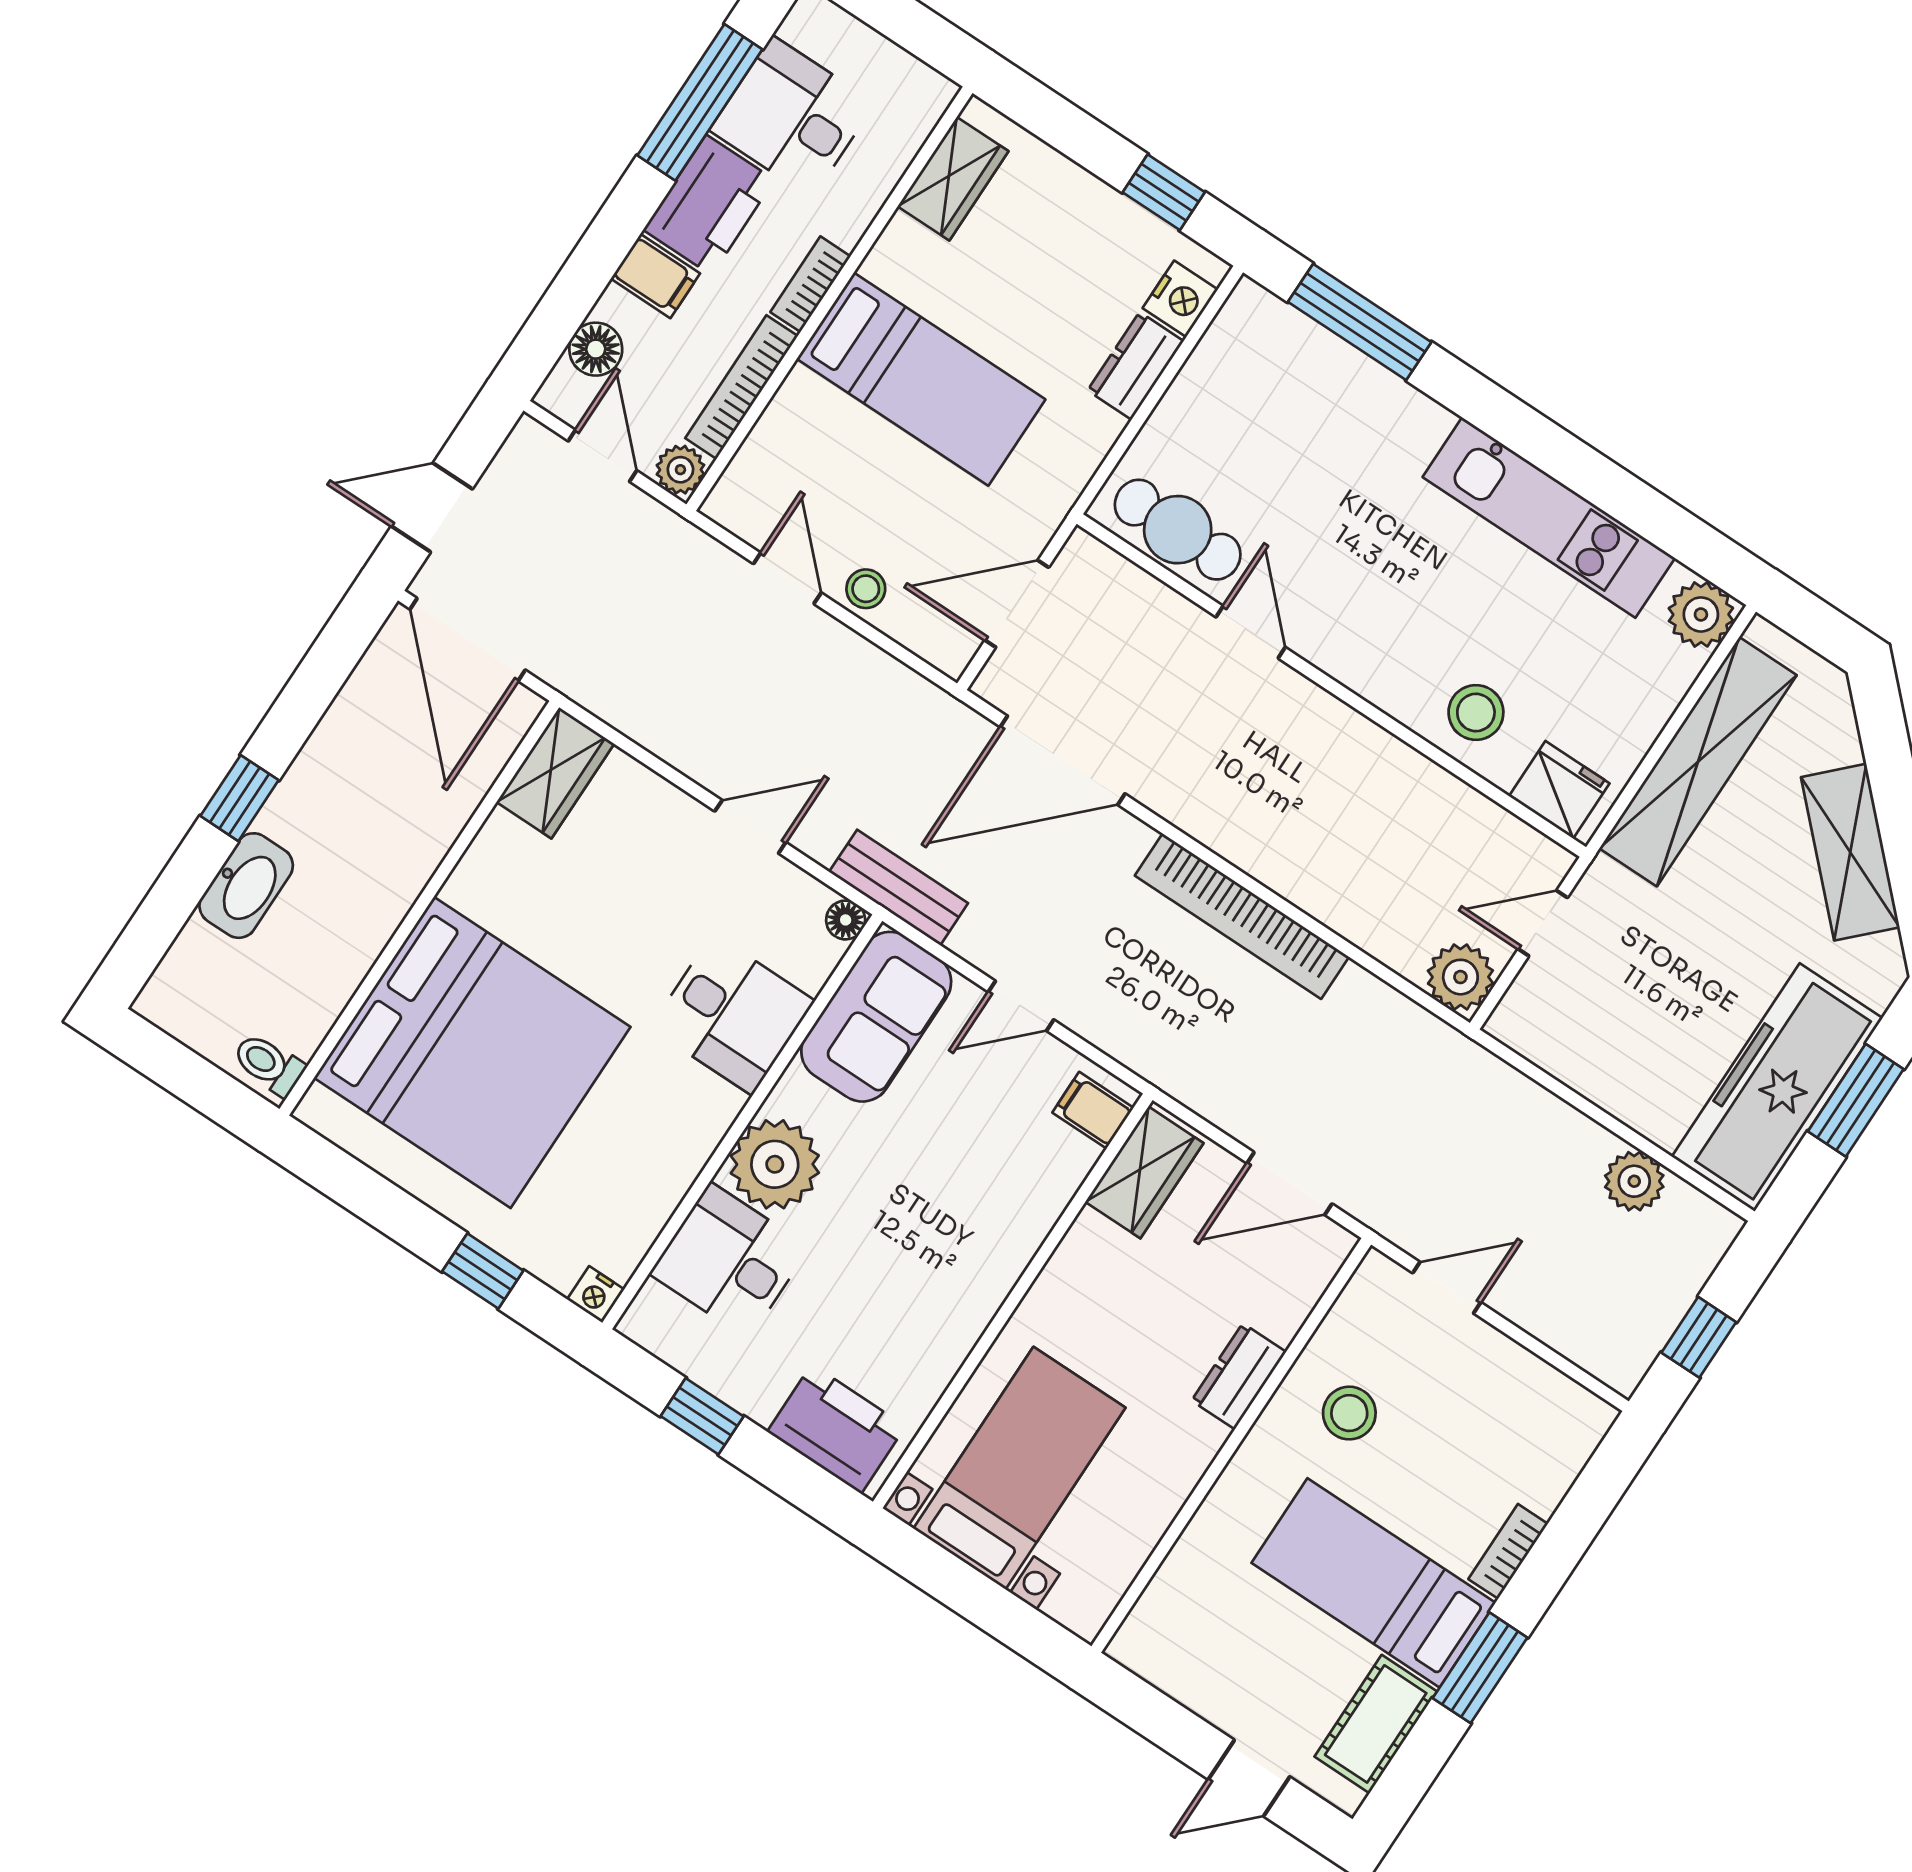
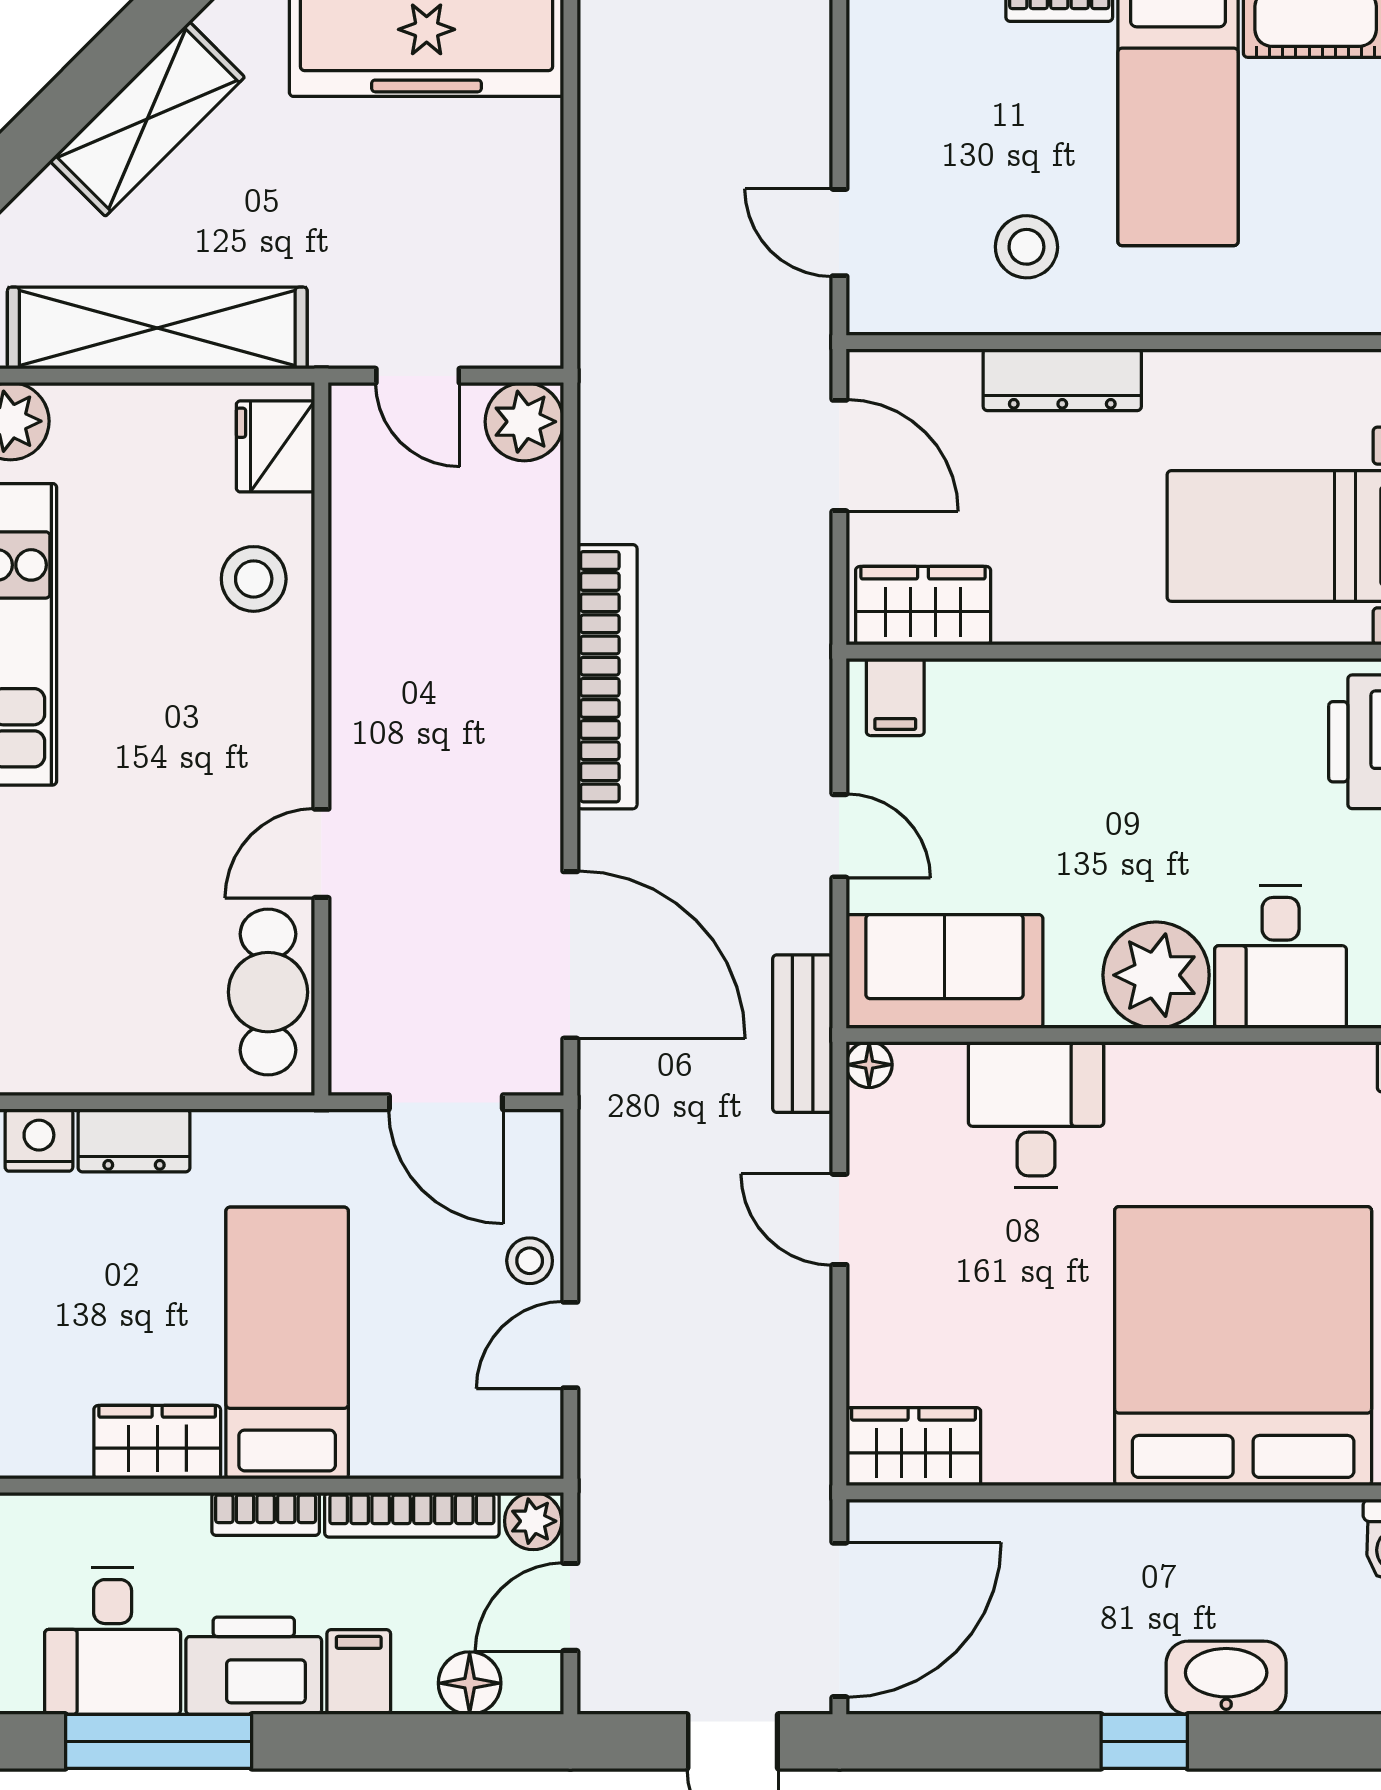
wardrobe: (953, 179) -> (157, 1442), moved
plant: (1634, 1181) -> (612, 117), removed
dresser: (1239, 1376) -> (1062, 380), width x1.44

